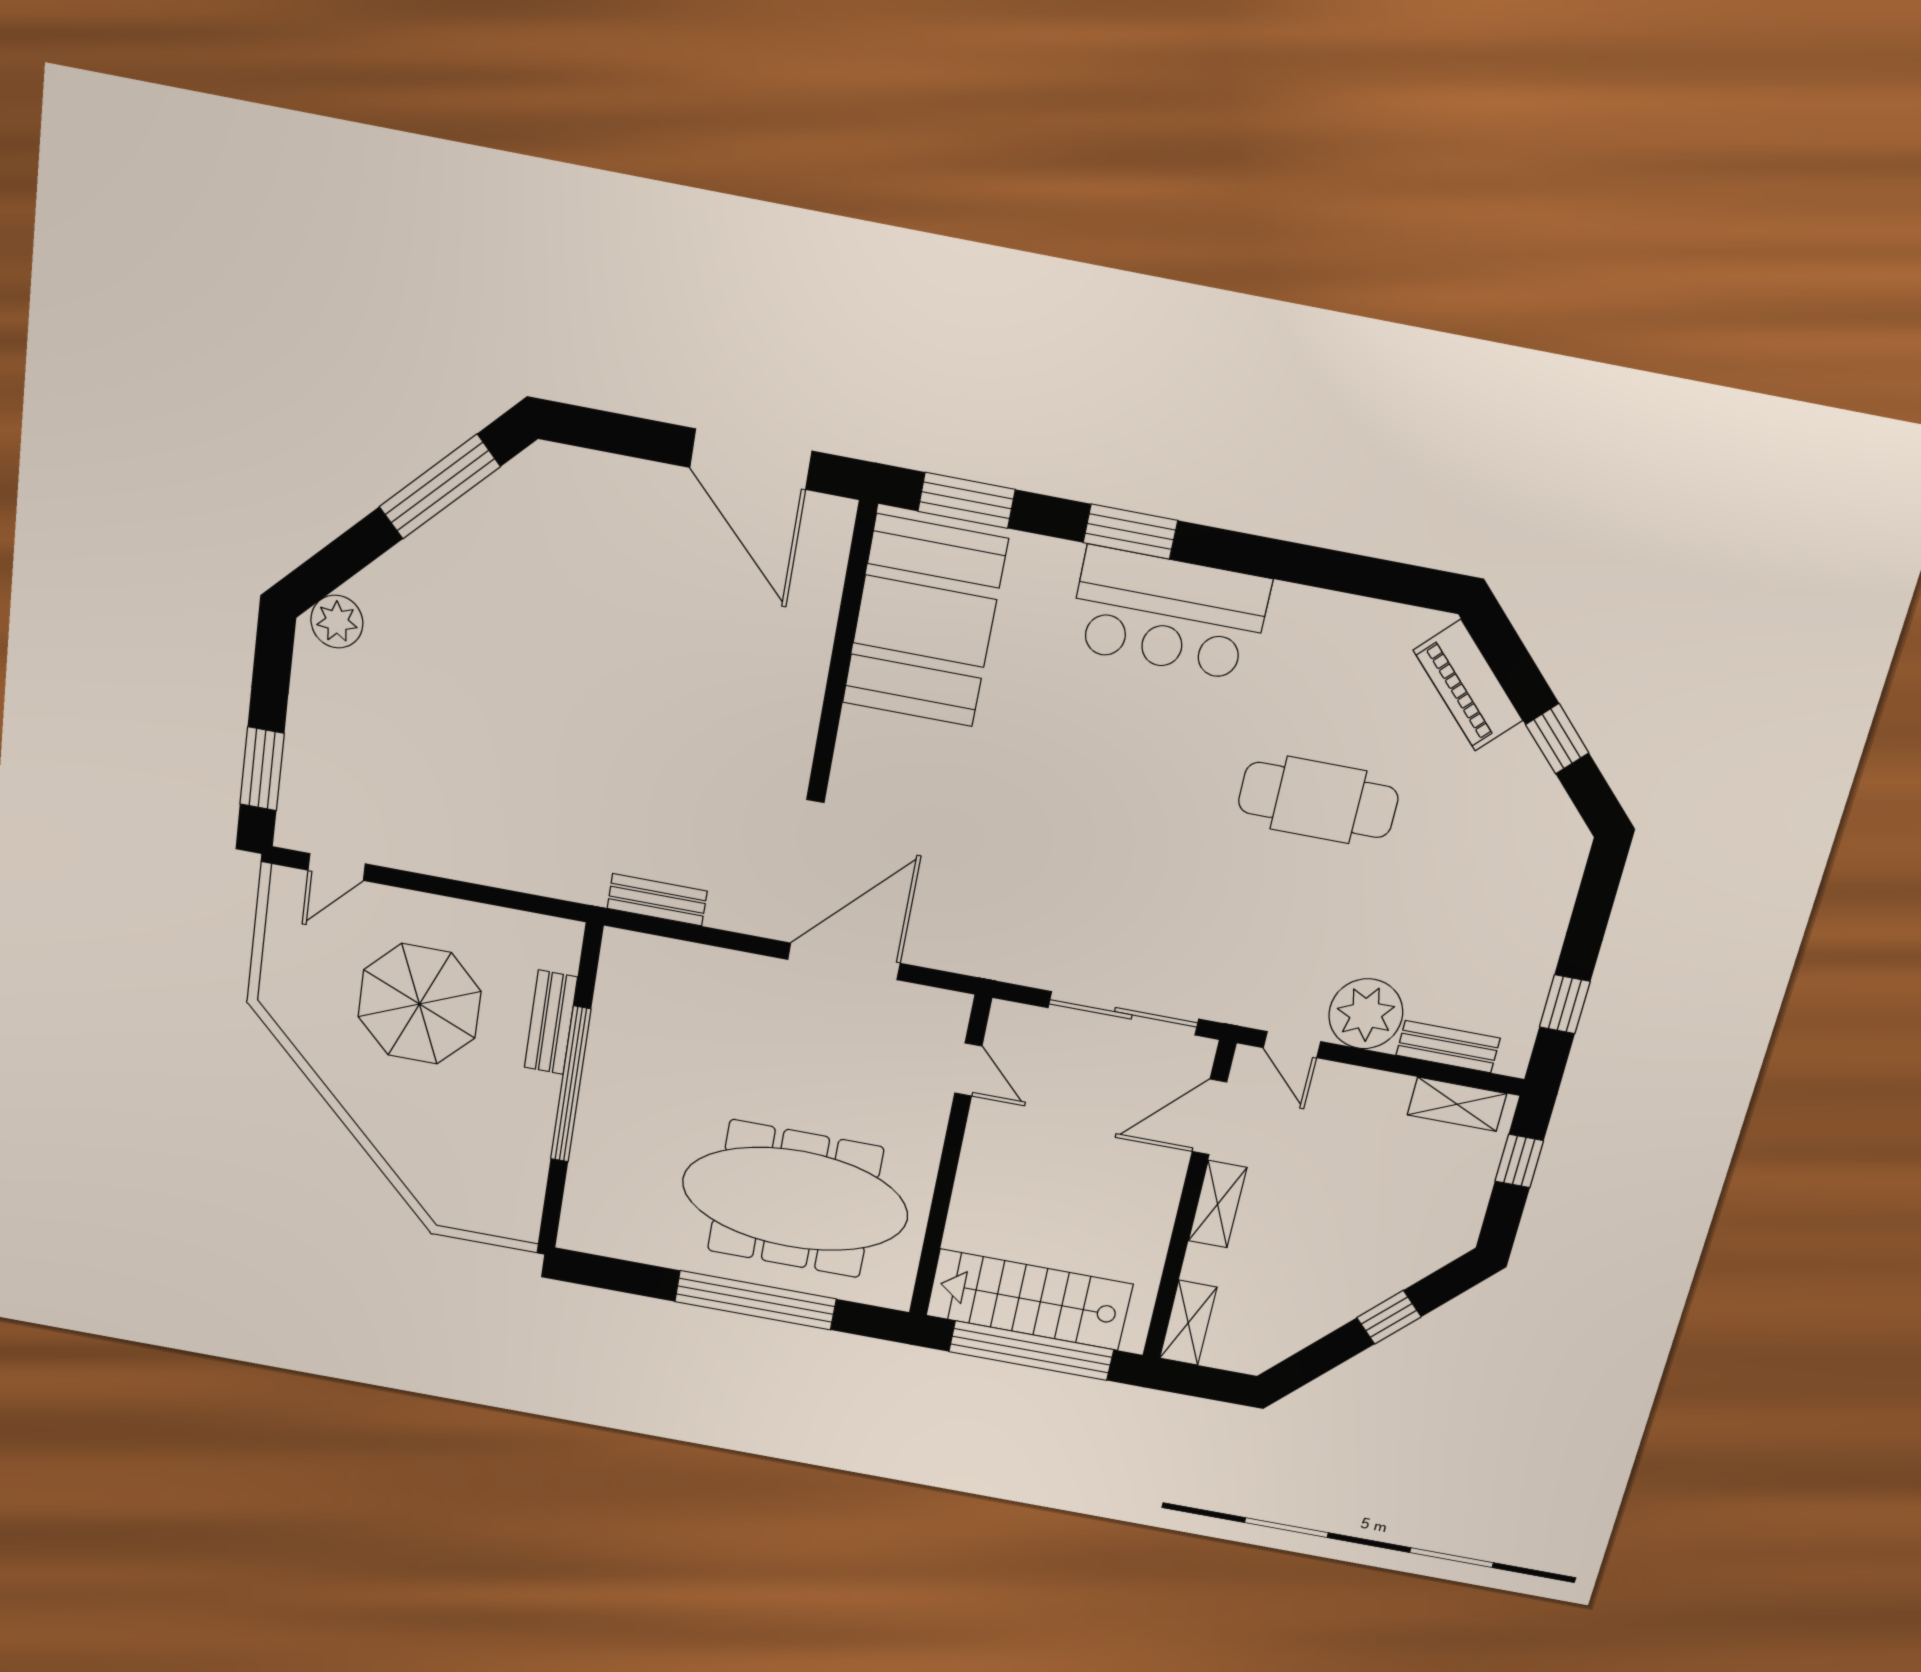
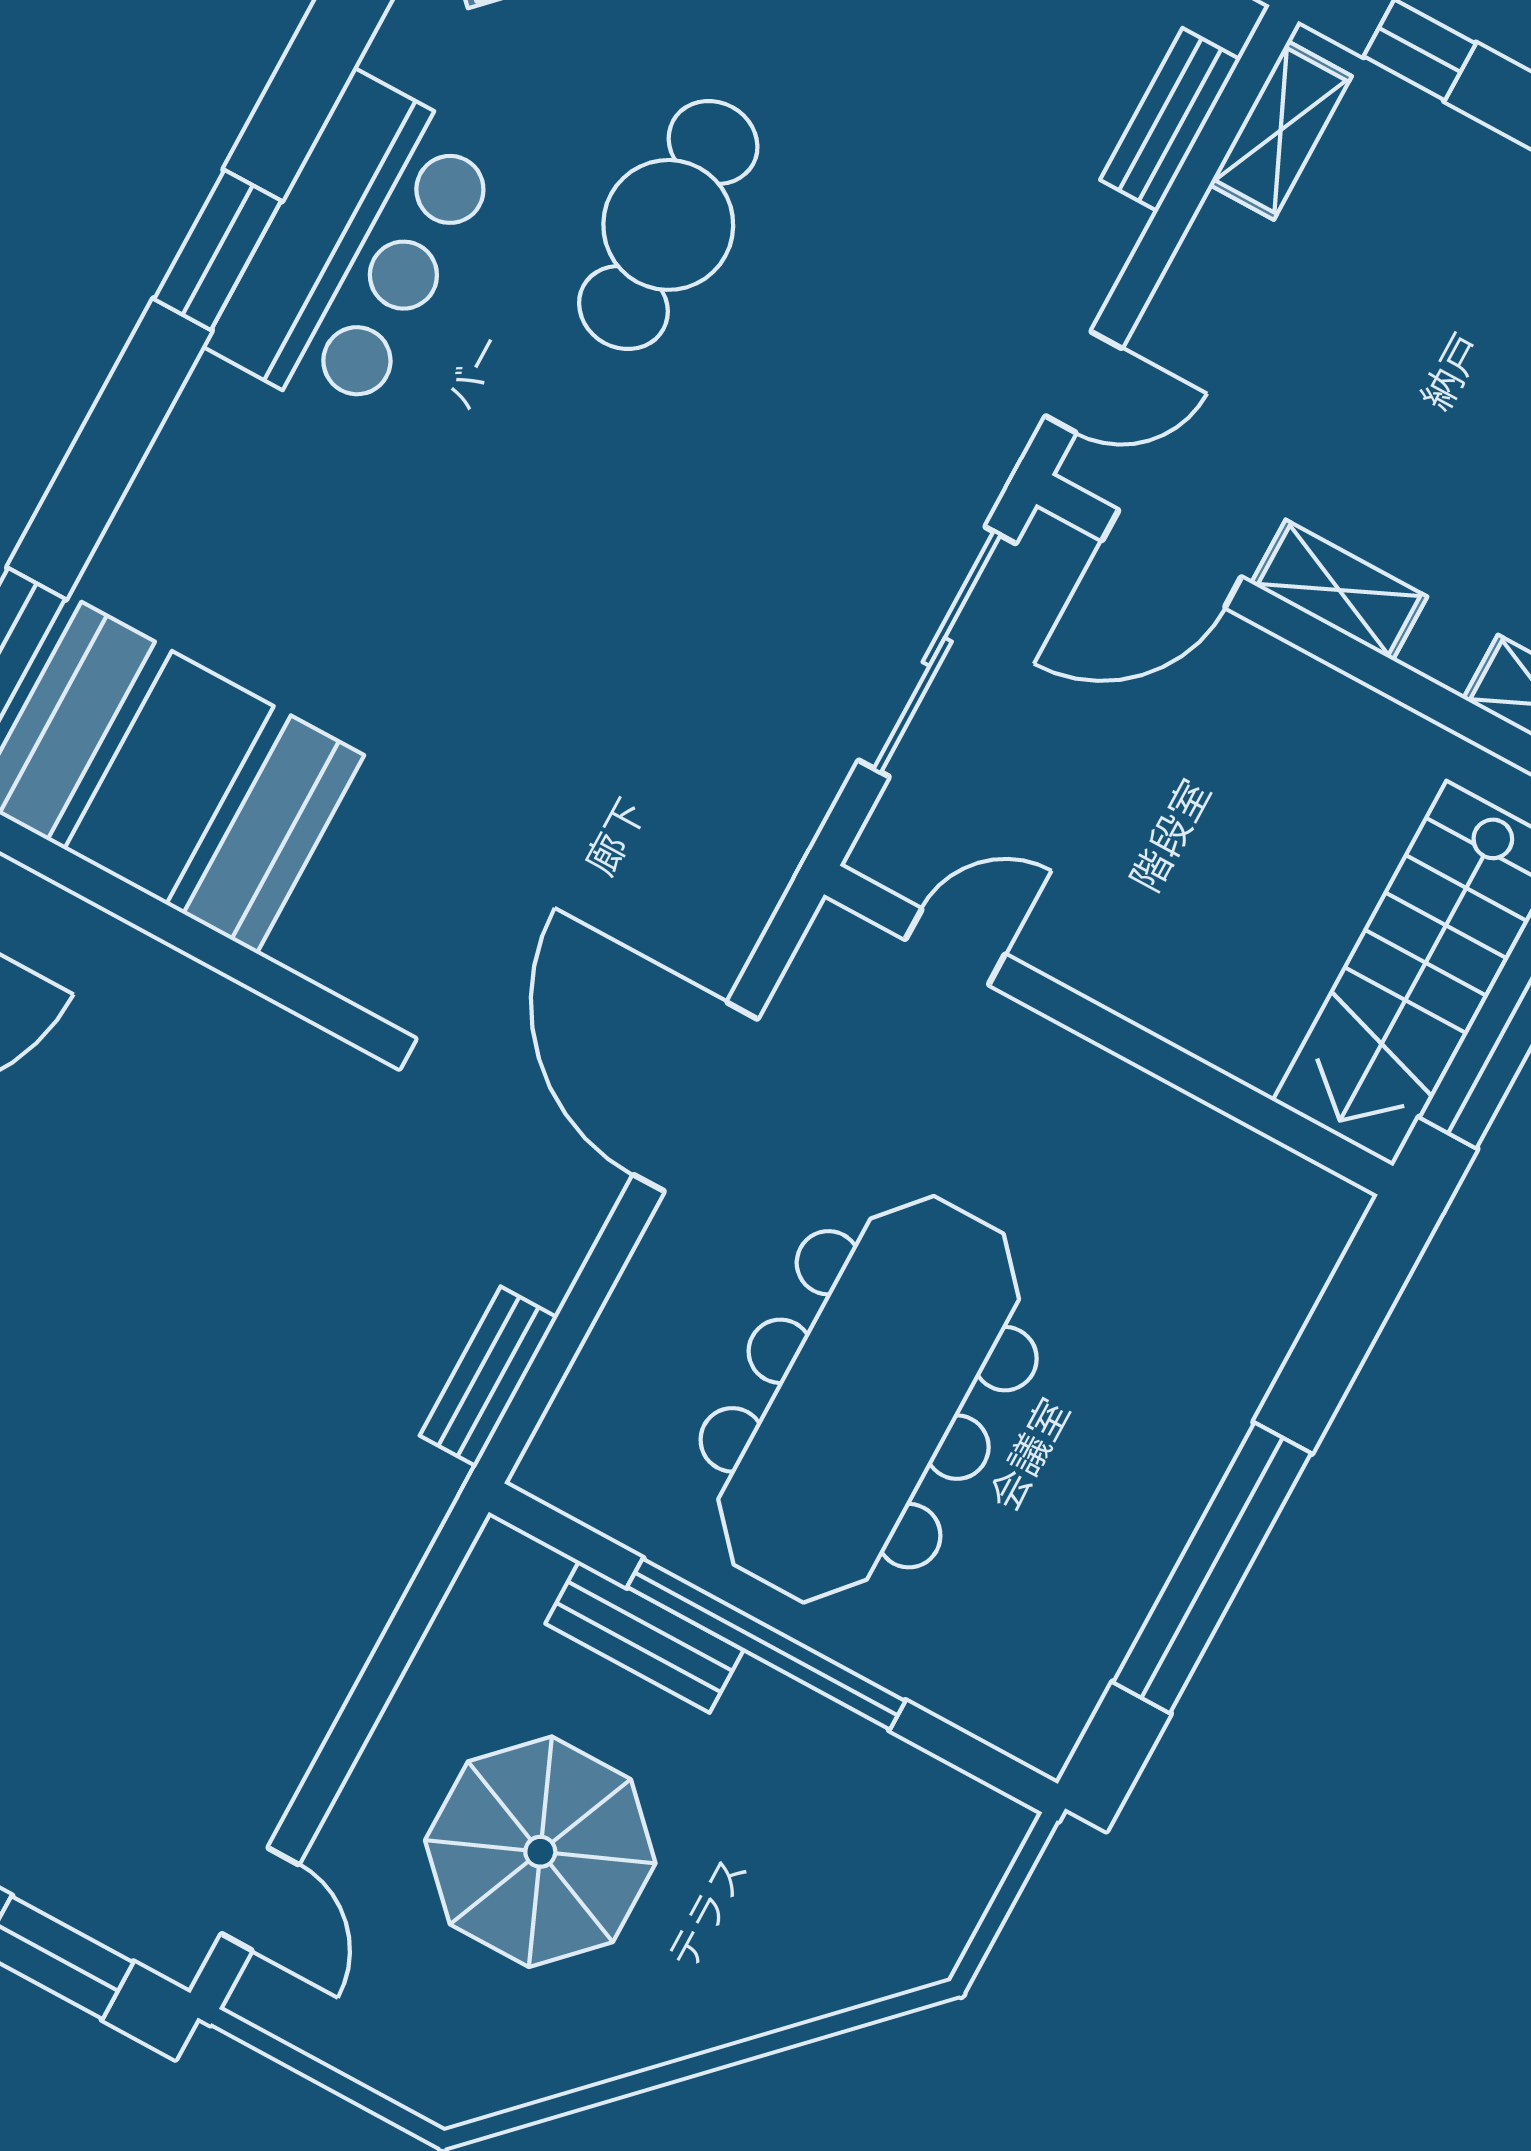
window: (1130, 532) -> (218, 250), moved
bar counter: (1169, 614) -> (355, 249), moved
plant: (1366, 1014) -> (1067, 243), removed
door: (1209, 1117) -> (1172, 559), hinge flipped
meeting table: (795, 1199) -> (869, 1399), moved
window: (756, 1300) -> (1212, 1568), moved

